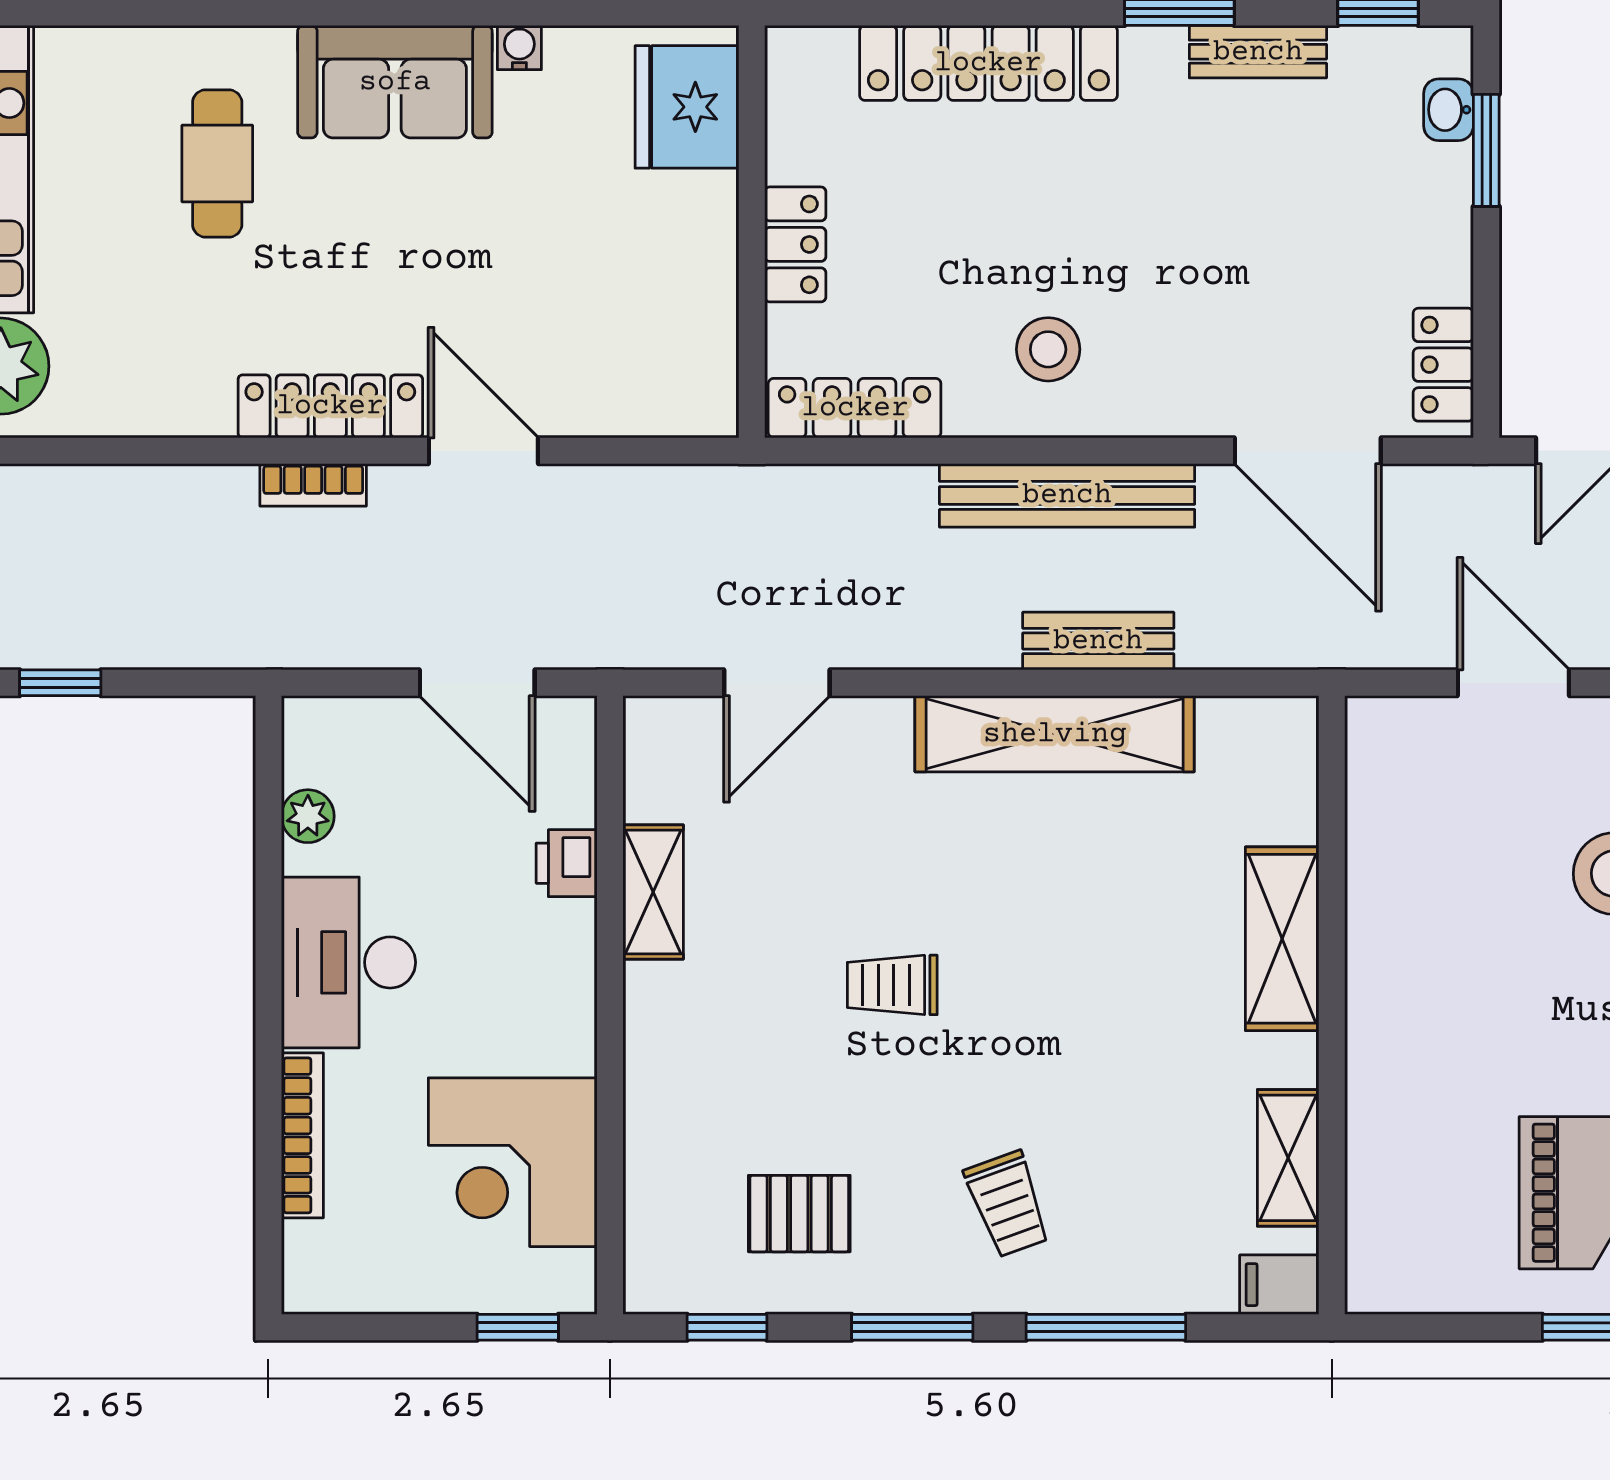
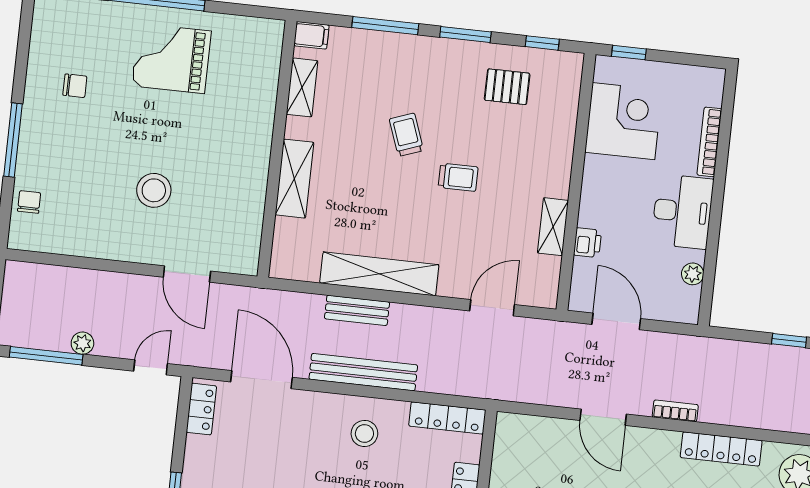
locker: (330, 406) -> (721, 449), moved
trolley: (1008, 1204) -> (406, 135), moved

